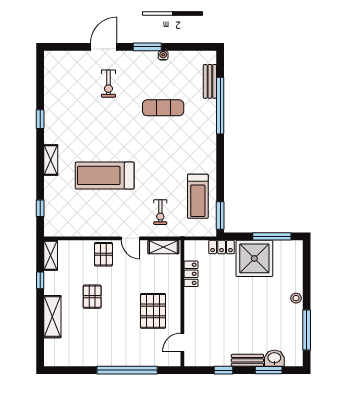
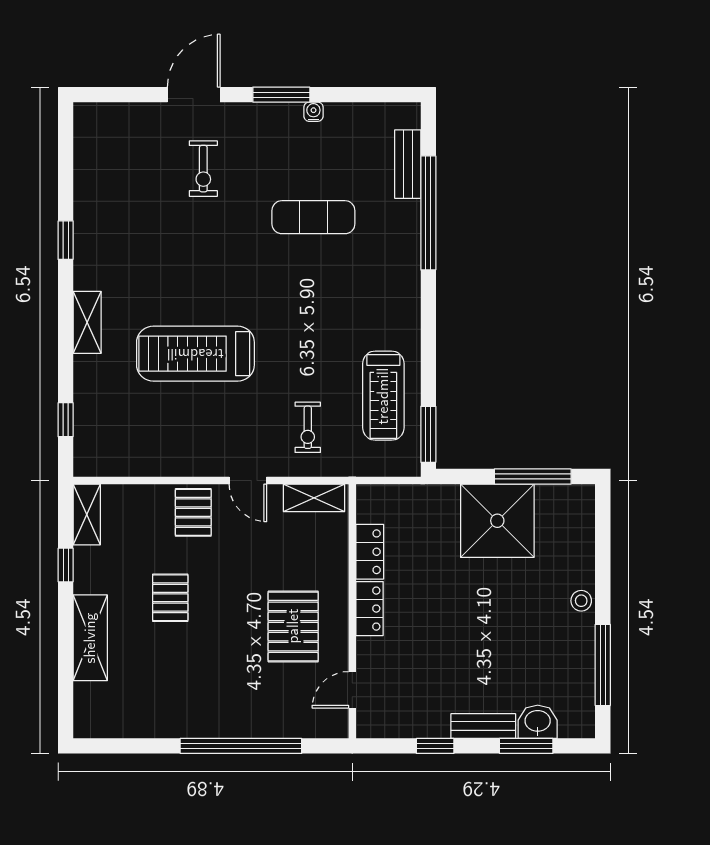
locker: (222, 247) -> (369, 609), moved, turned -90

